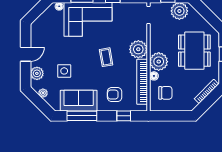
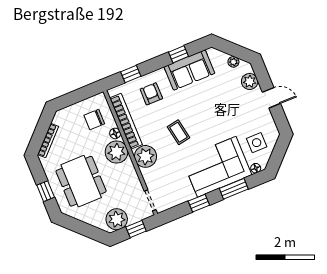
door: (26, 54) -> (271, 98), swing flipped
side table: (64, 71) -> (257, 143), moved
armchair: (115, 95) -> (151, 94), turned -90
window: (82, 116) -> (178, 54), width x0.46

